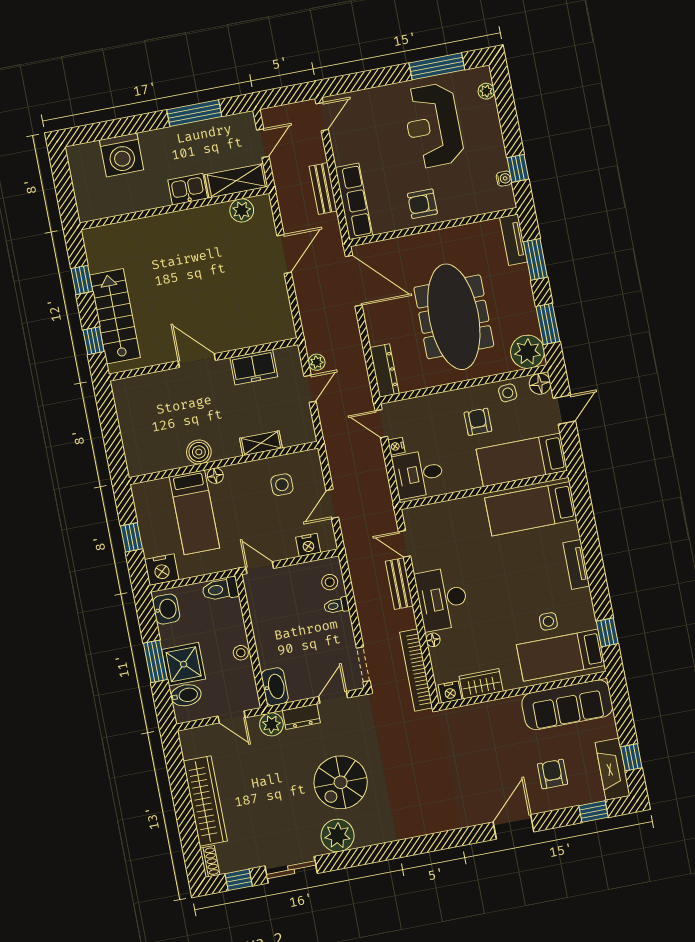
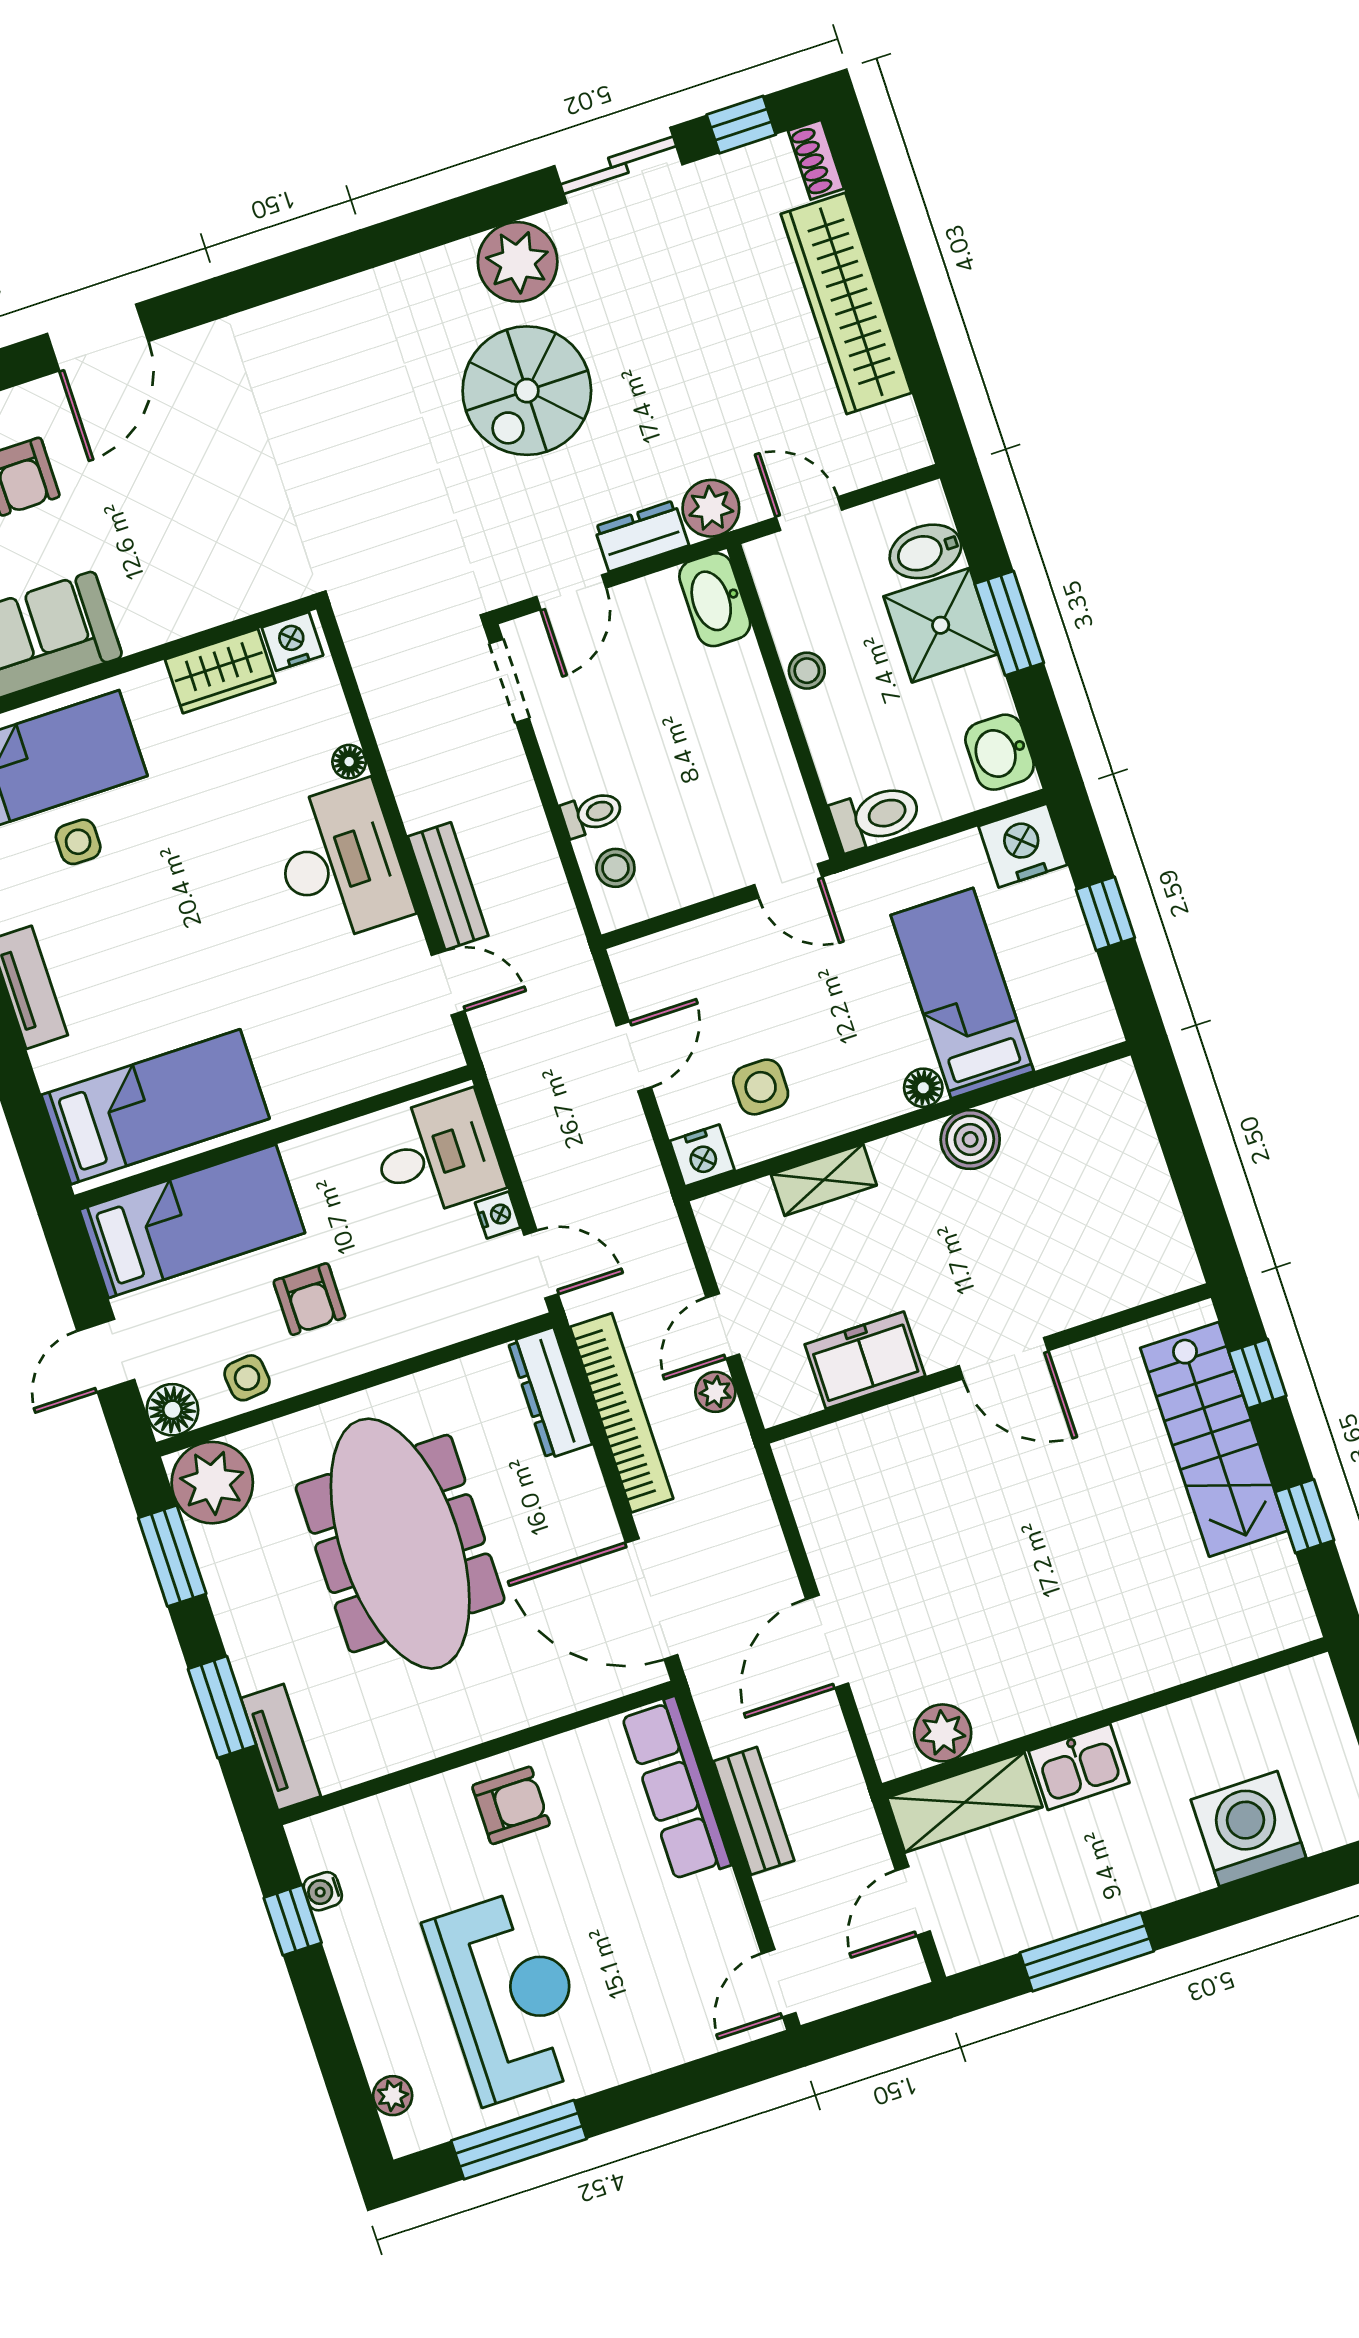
nightstand: (308, 545) -> (702, 1156), moved, turned 180
bookcase: (416, 670) -> (622, 1413), moved
spiral stairs: (341, 782) -> (527, 391), turned 180

